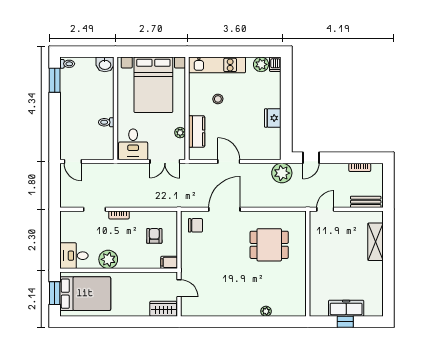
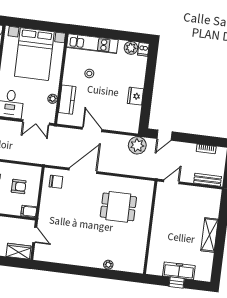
armchair: (154, 236) -> (19, 186), turned 90
shelving: (376, 242) -> (209, 235), moved

